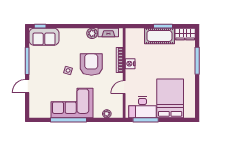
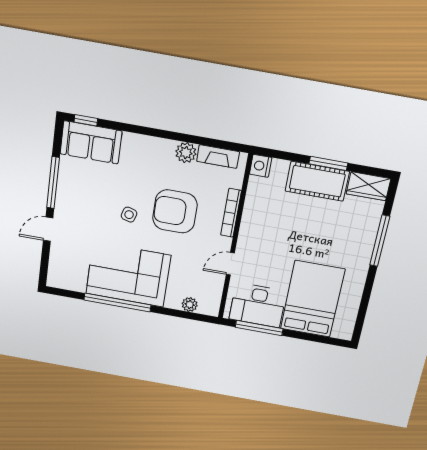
armchair: (91, 64) -> (175, 211), turned -90
nightstand: (130, 64) -> (261, 166), moved

